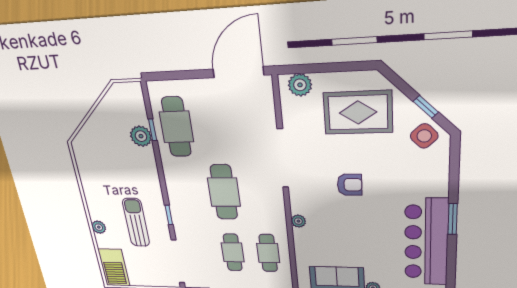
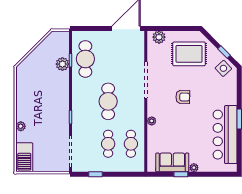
sun lounger: (136, 223) -> (47, 123), removed

